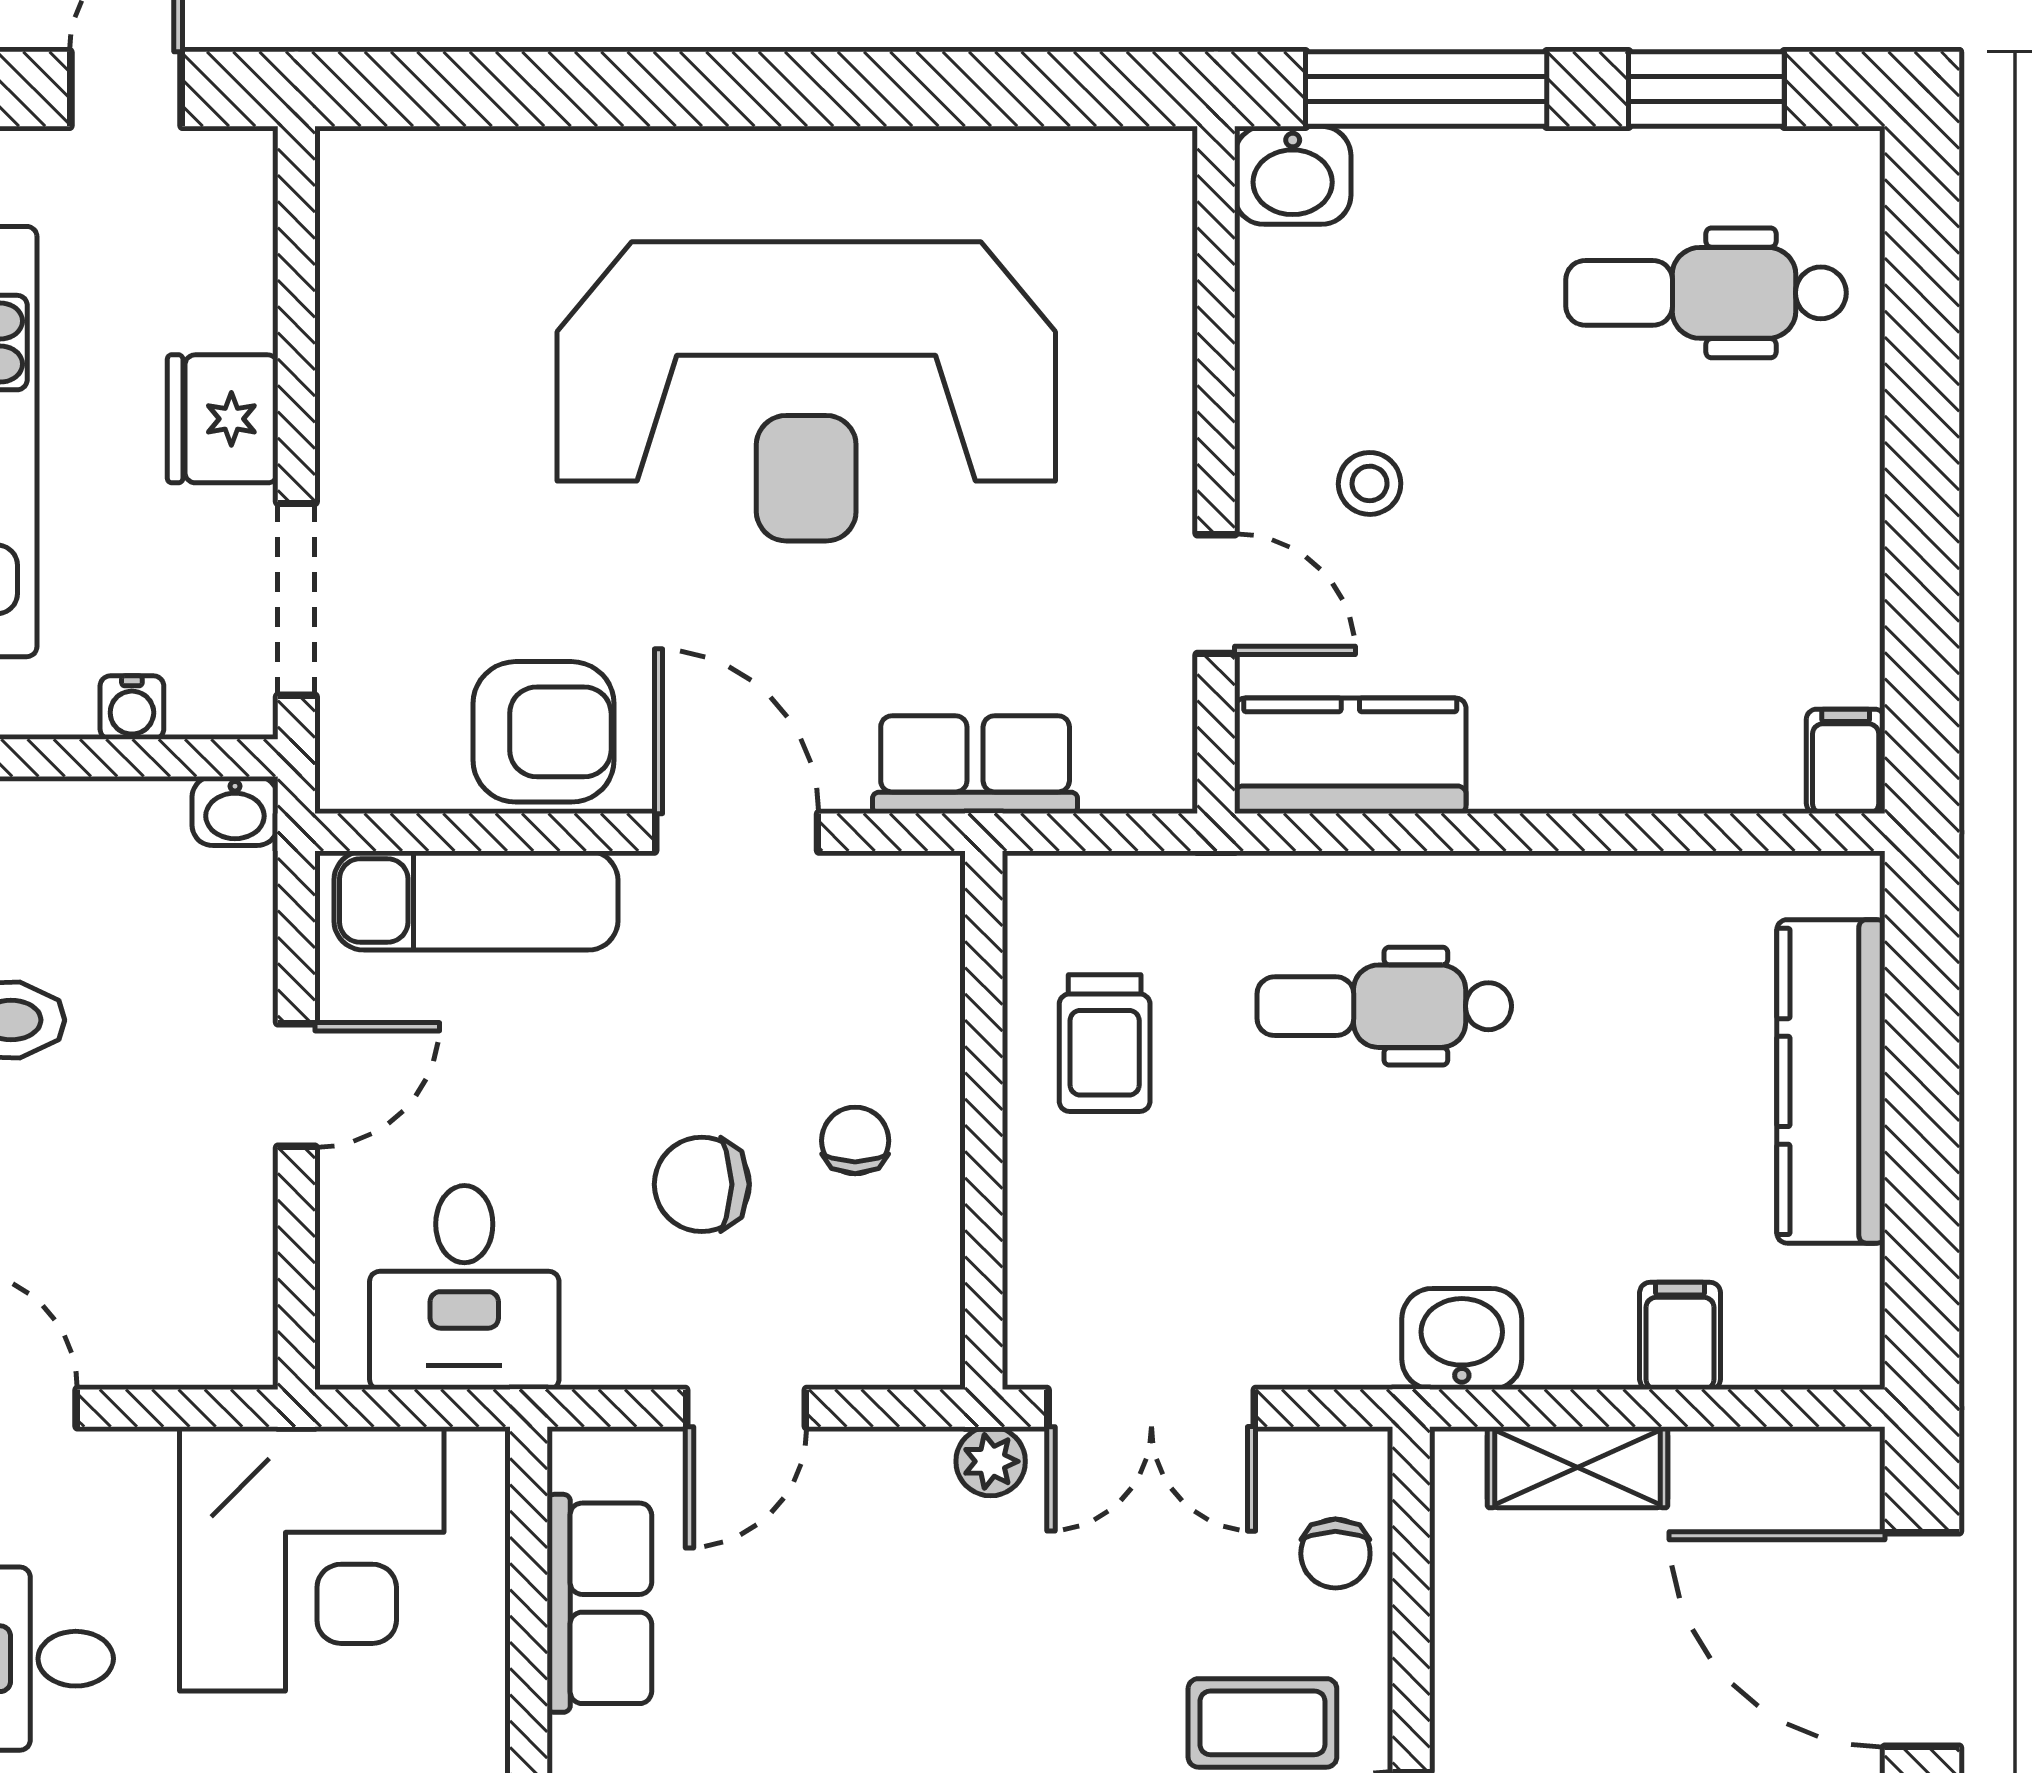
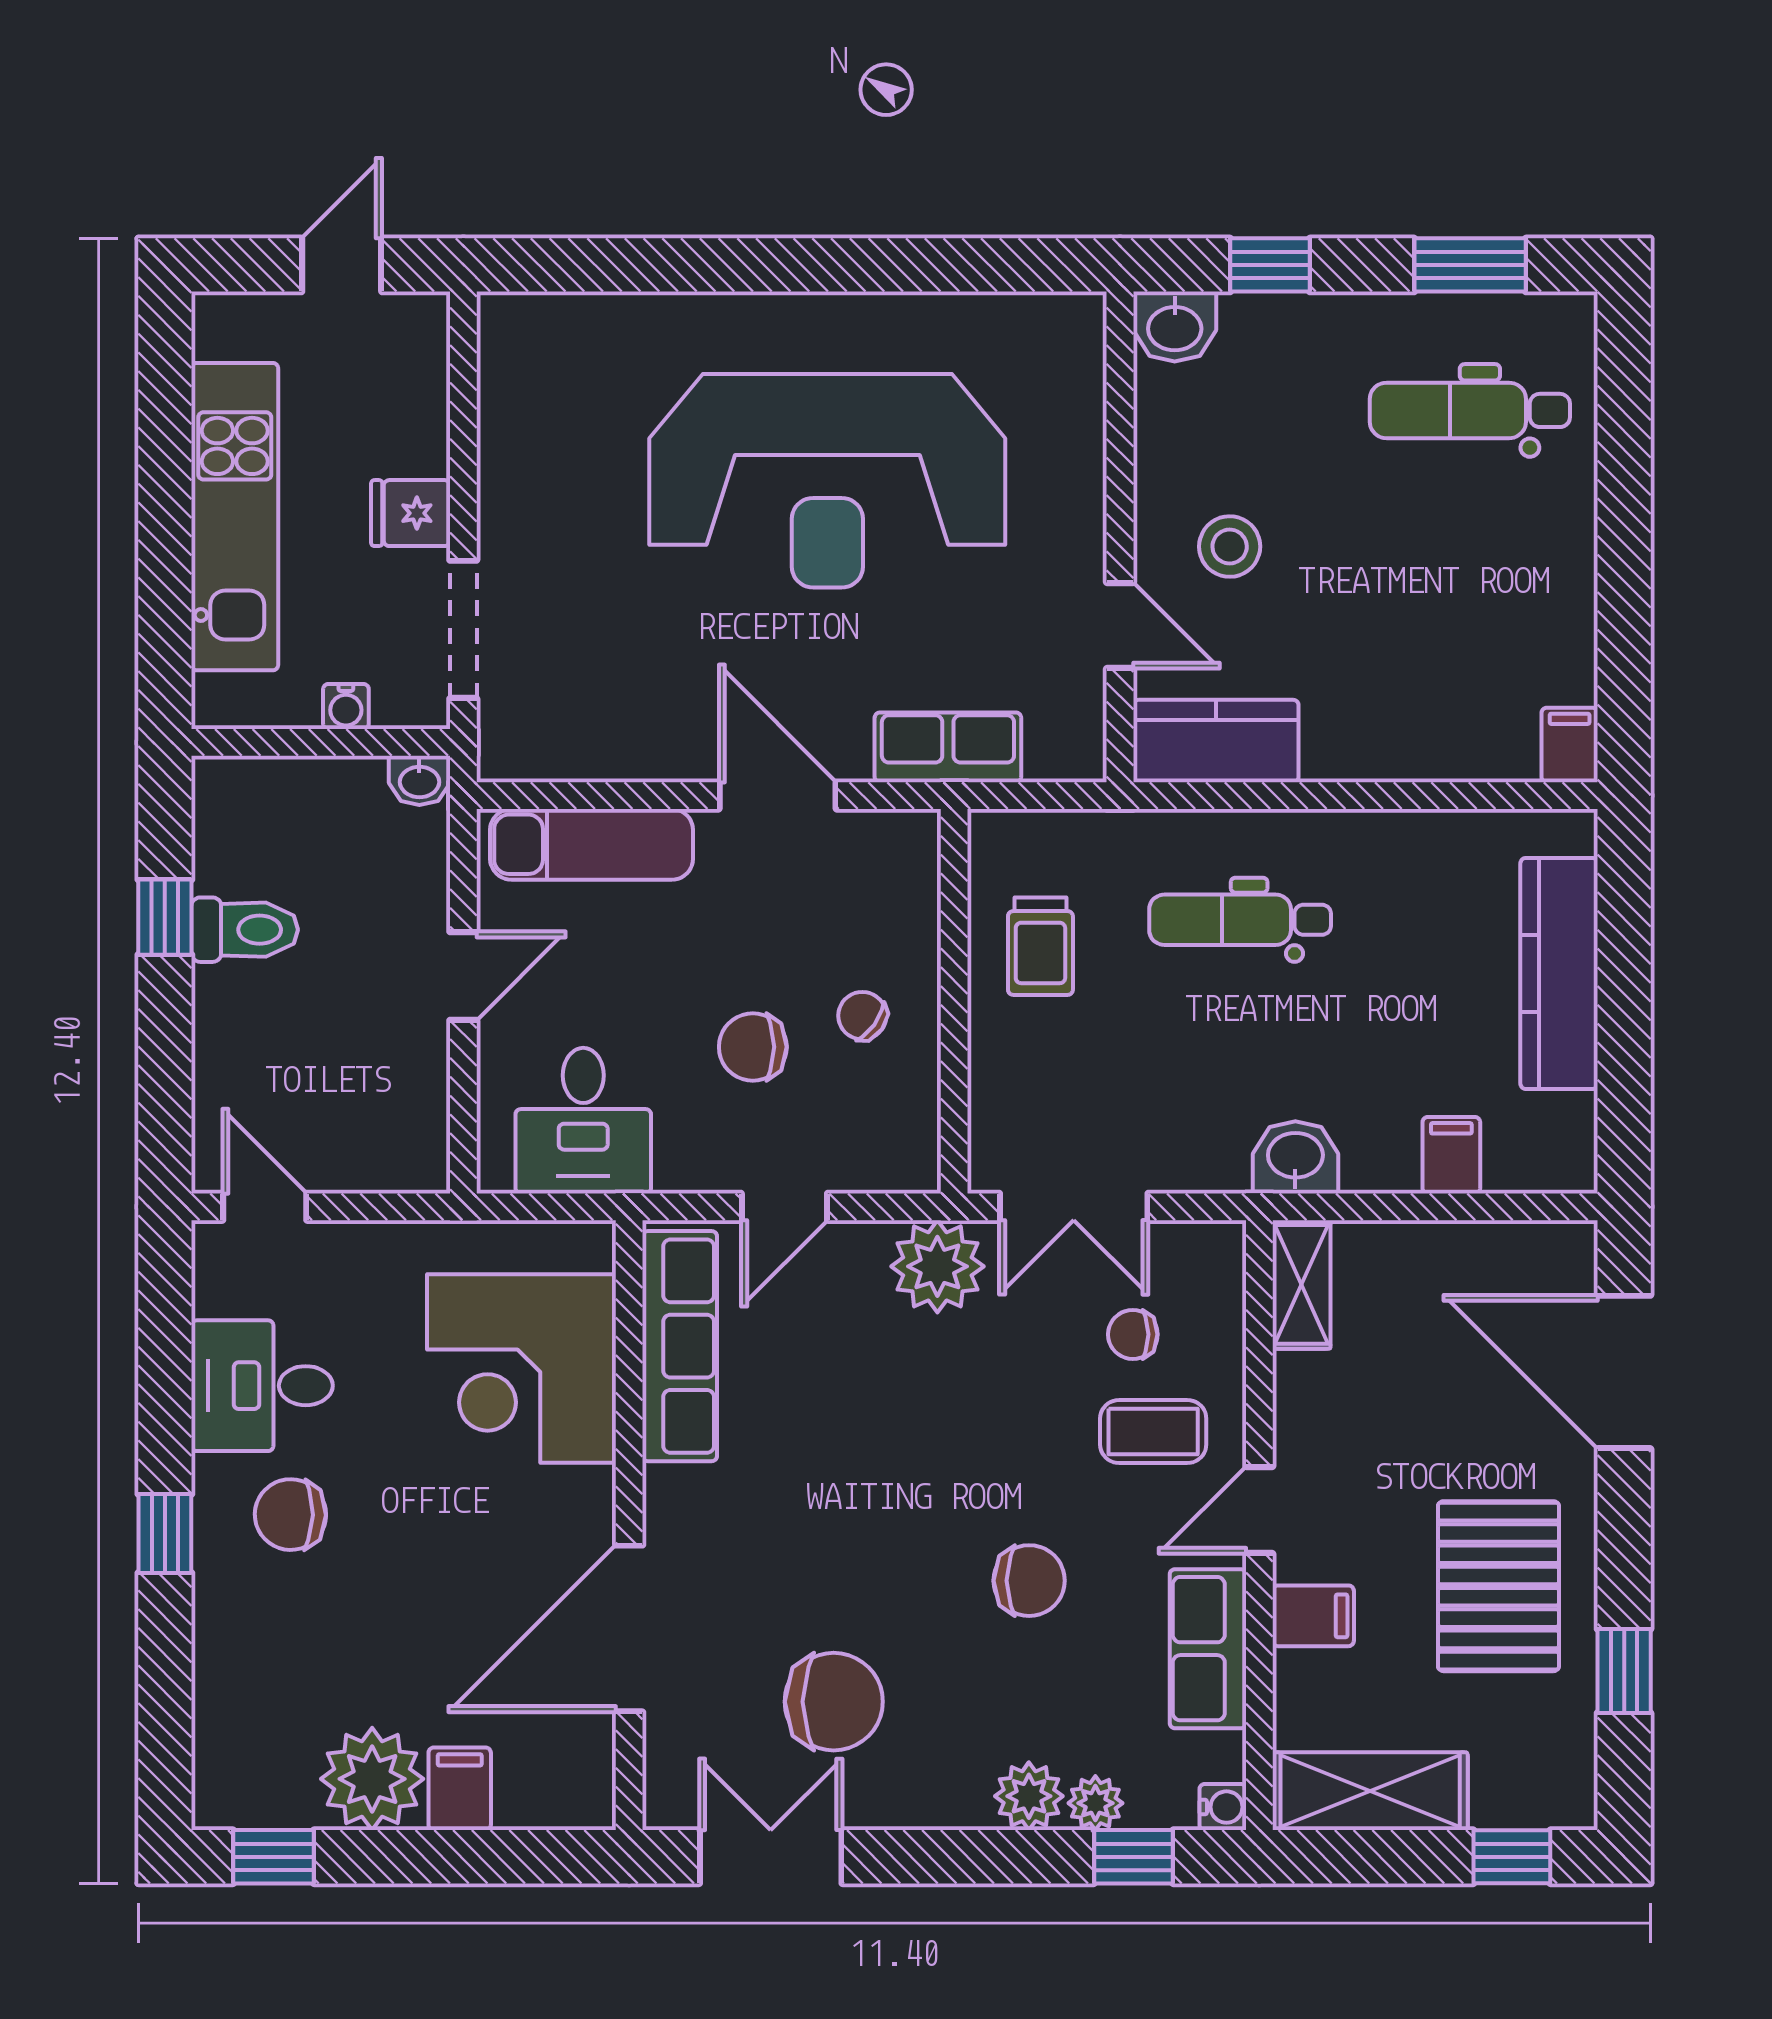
window: (1426, 89) -> (1270, 265), width x0.46
fridge: (223, 419) -> (411, 513), width x0.72
stool: (1370, 483) -> (1230, 547), width x1.37, depth x1.37
armchair: (544, 732) -> (640, 724), removed
chair: (855, 1141) -> (862, 1016), turned -54
plant: (991, 1461) -> (937, 1266), width x1.88, depth x1.88
shelving: (1578, 1467) -> (1302, 1284), moved, turned 90
chair: (1335, 1554) -> (1133, 1334), moved, turned 90
corner desk: (312, 1559) -> (521, 1368), moved, turned 90
row of seats: (599, 1603) -> (680, 1346), width x1.48

